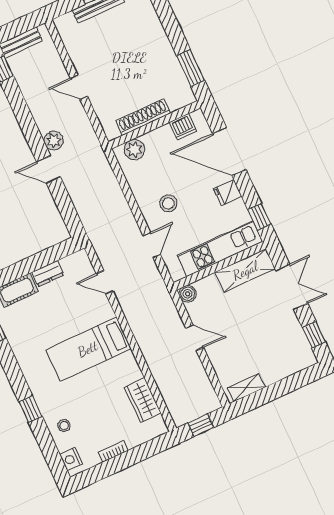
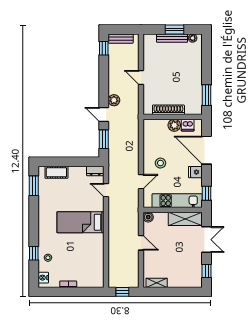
plant: (134, 150) -> (174, 125), moved
window: (66, 207) -> (104, 139), added
dresser: (48, 274) -> (95, 171), moved
wardrobe: (143, 400) -> (97, 264), removed
window: (30, 409) -> (34, 253), moved

